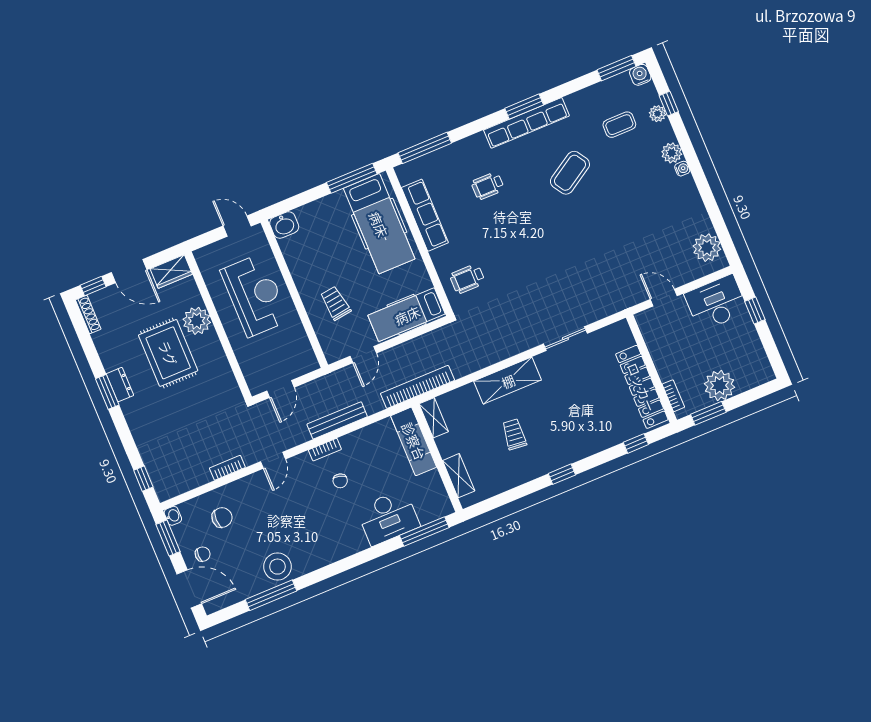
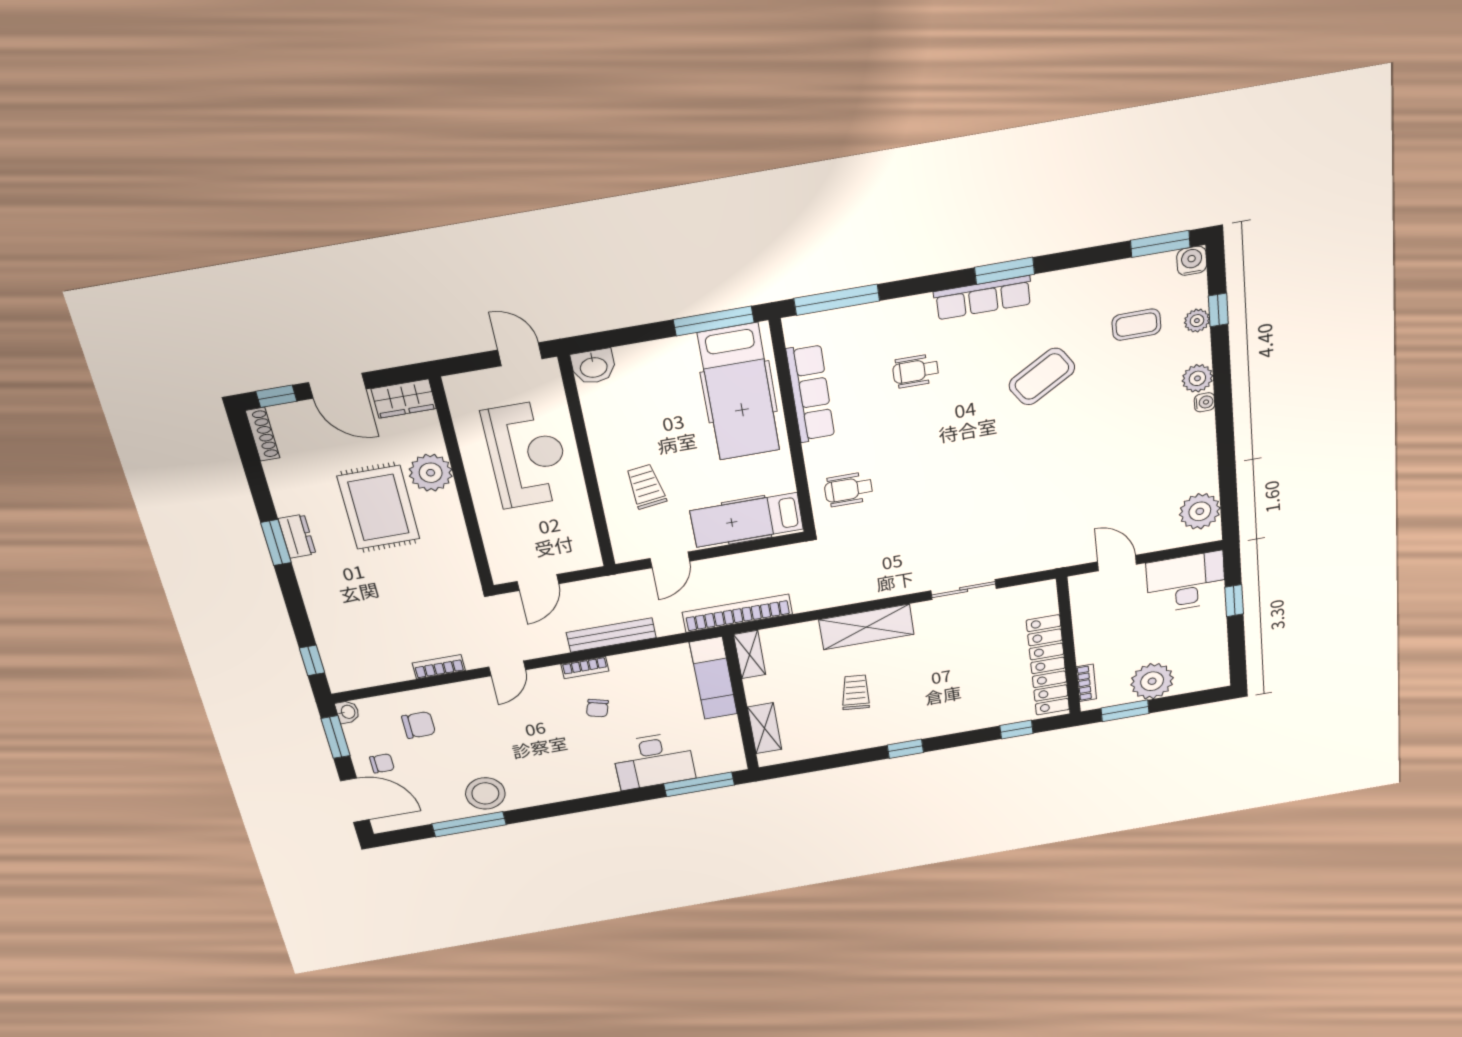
row of seats: (526, 123) -> (983, 298), width x0.73

